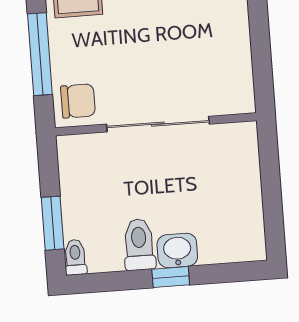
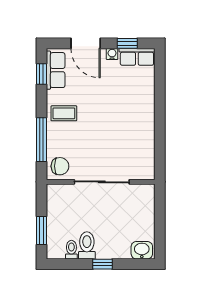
washbasin: (177, 251) -> (142, 250), moved
toilet: (75, 257) -> (71, 250), moved

